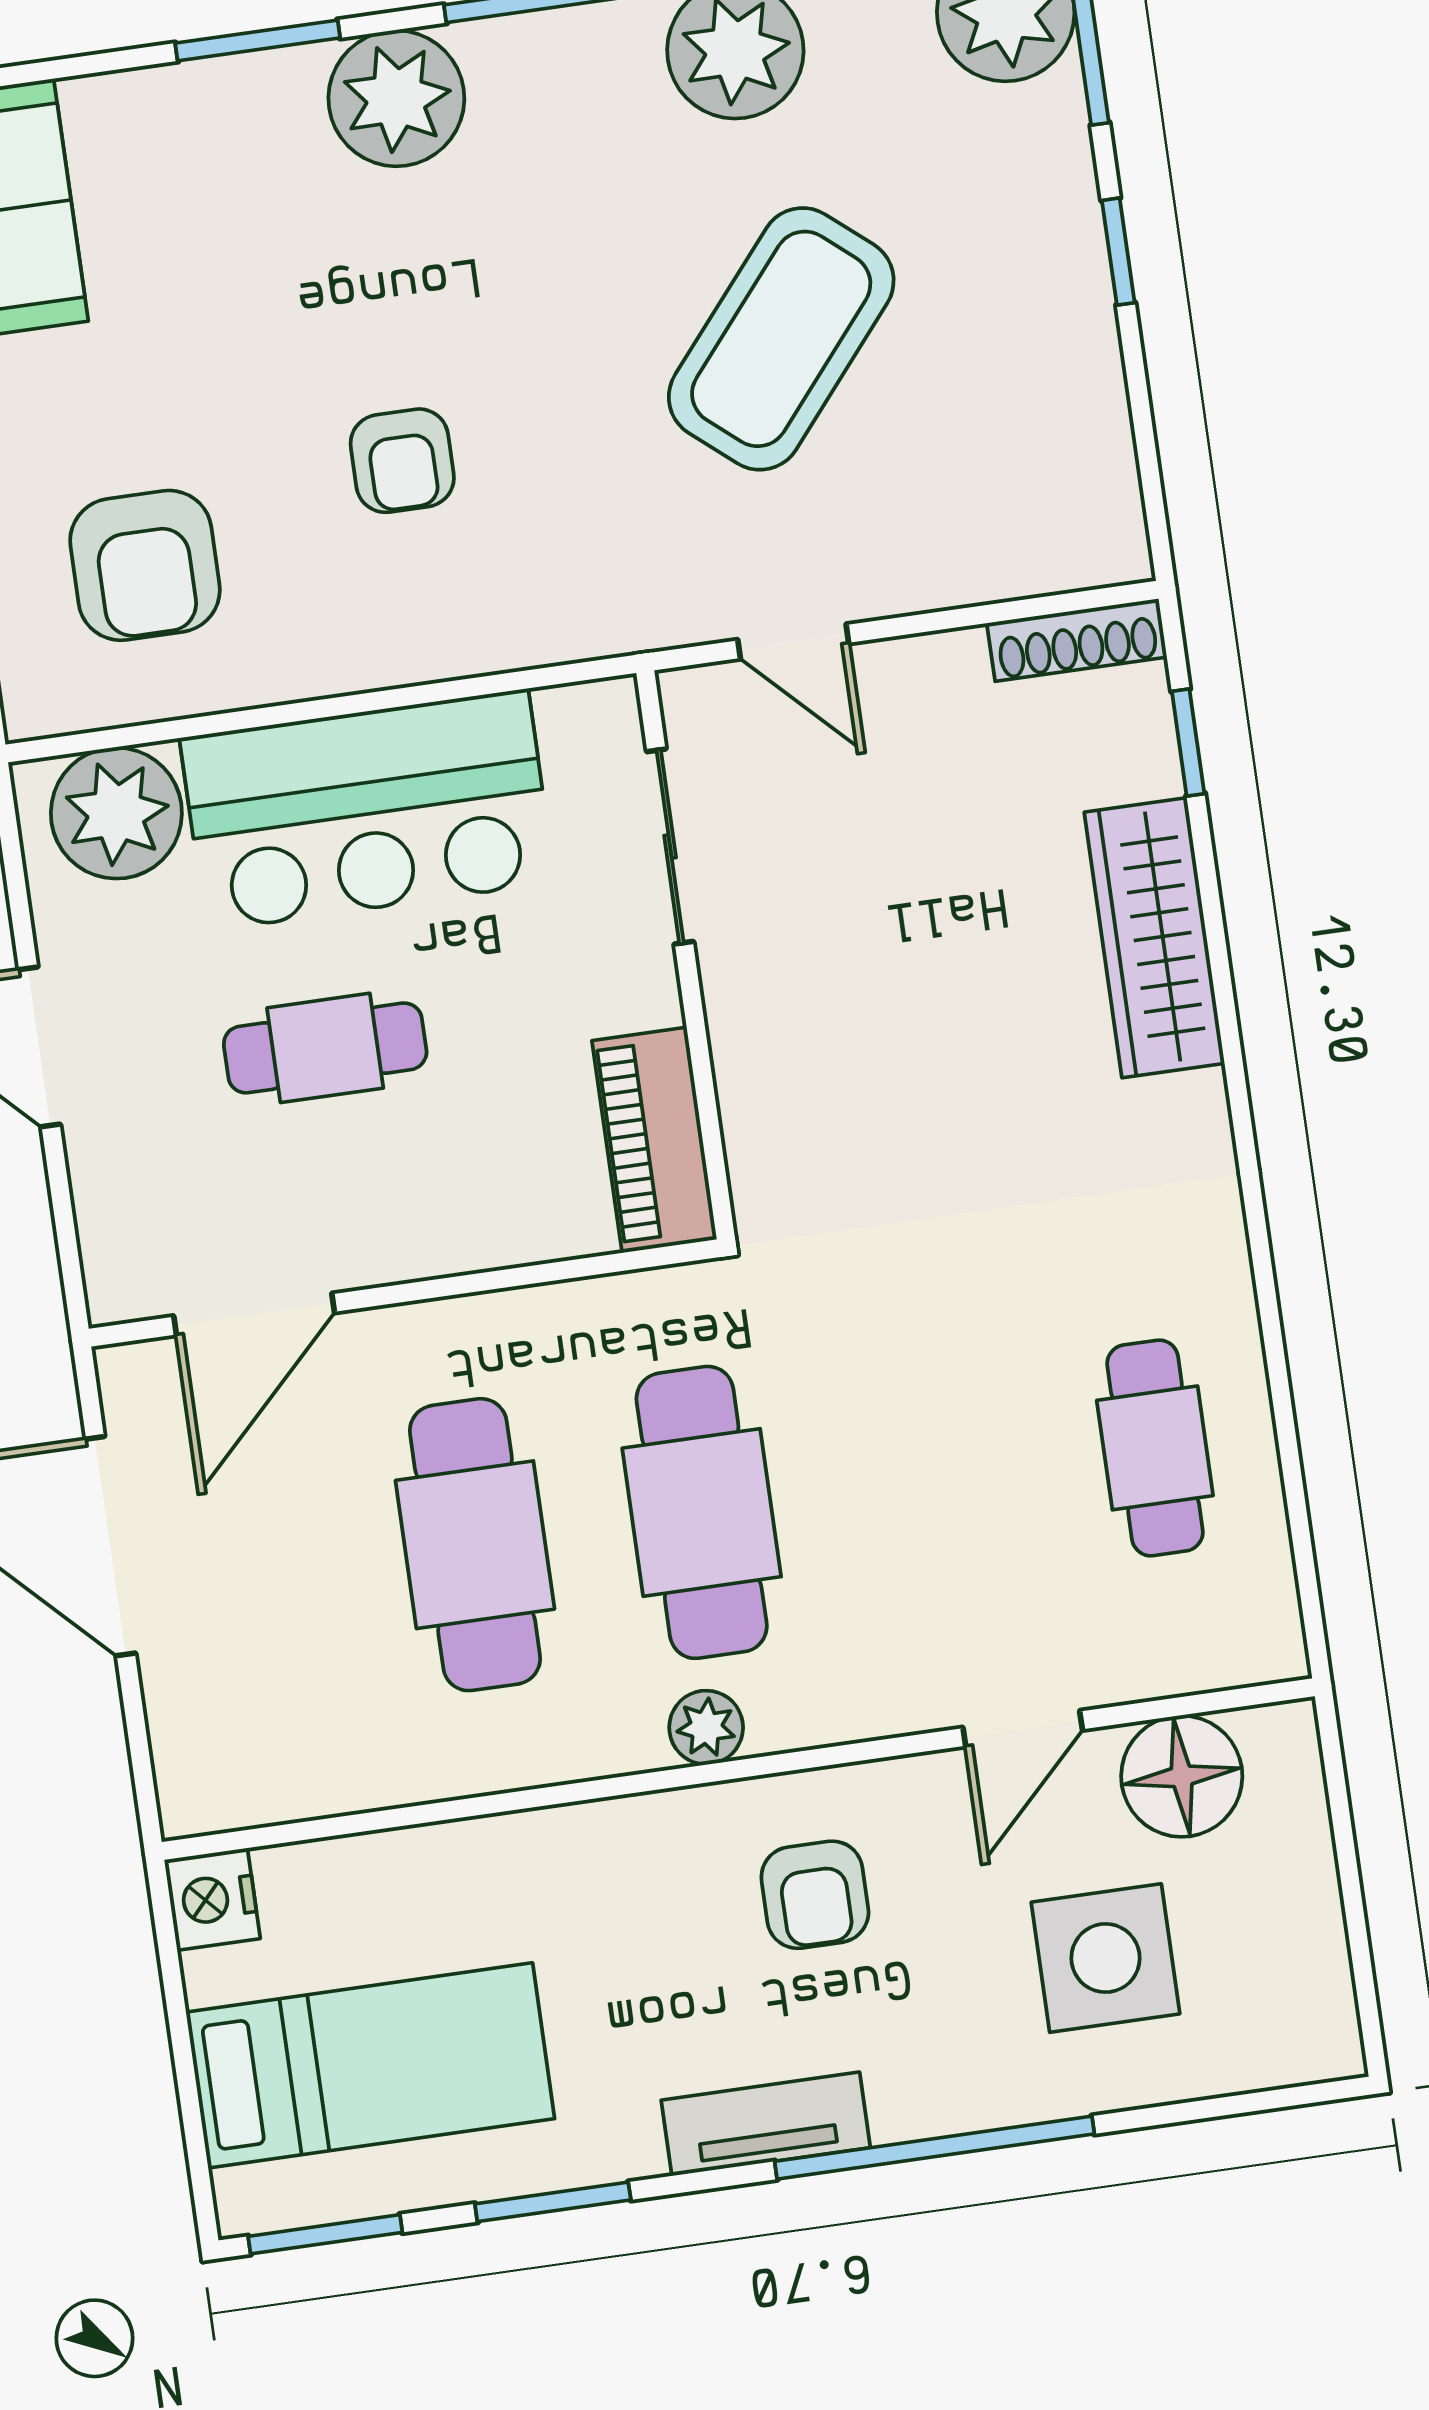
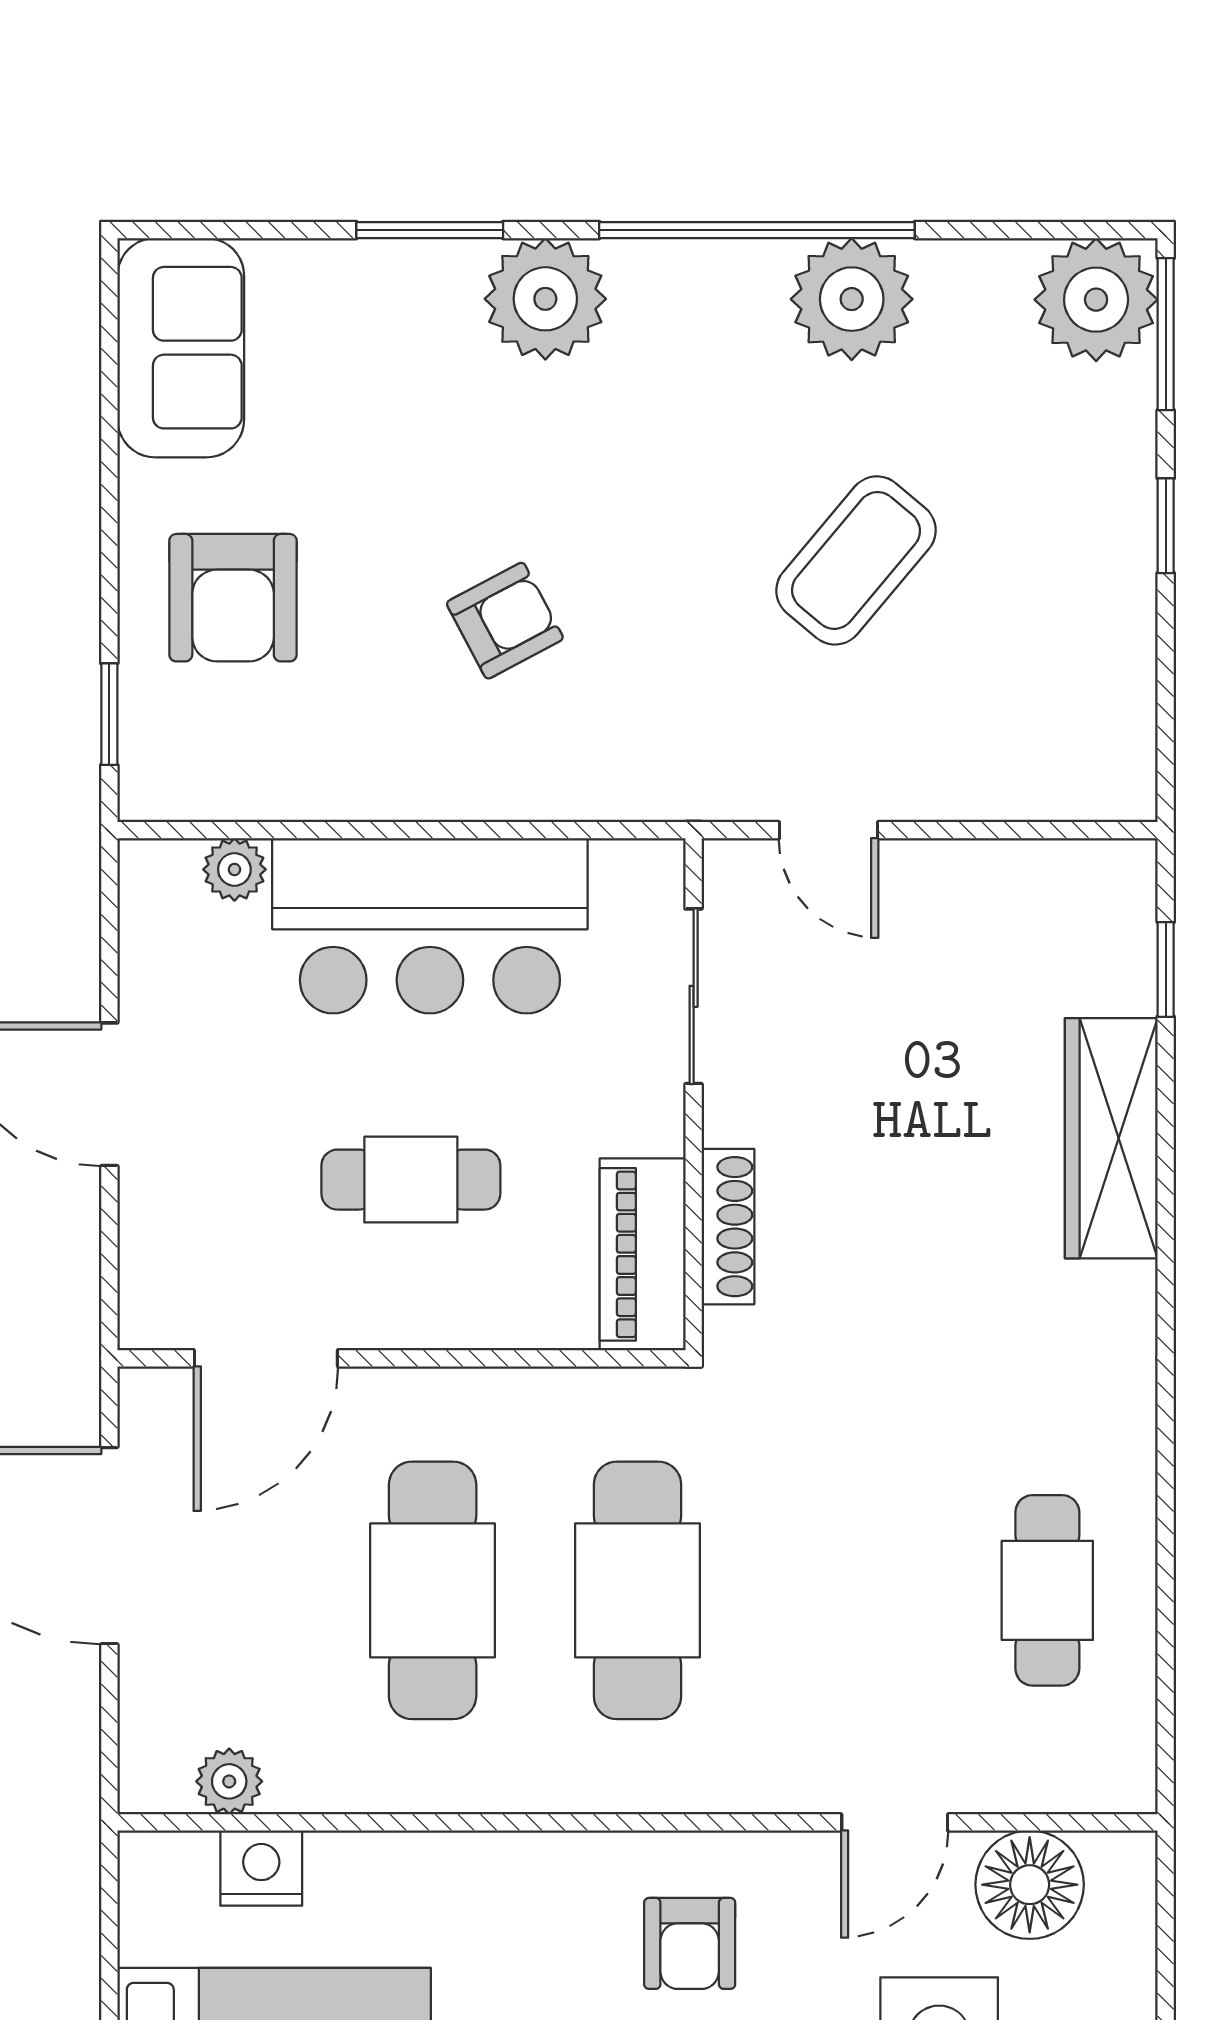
coffee table: (781, 339) -> (856, 560), width x0.73, depth x0.76
armchair: (402, 461) -> (505, 621), turned -118
armchair: (145, 565) -> (233, 598), moved
shoe rack: (1077, 640) -> (728, 1227), moved, turned -90
plant: (116, 813) -> (234, 869), width x0.53, depth x0.53
cafe table: (325, 1048) -> (411, 1180), moved
plant: (706, 1727) -> (229, 1781), moved
nightstand: (212, 1899) -> (261, 1868), moved, turned 90

